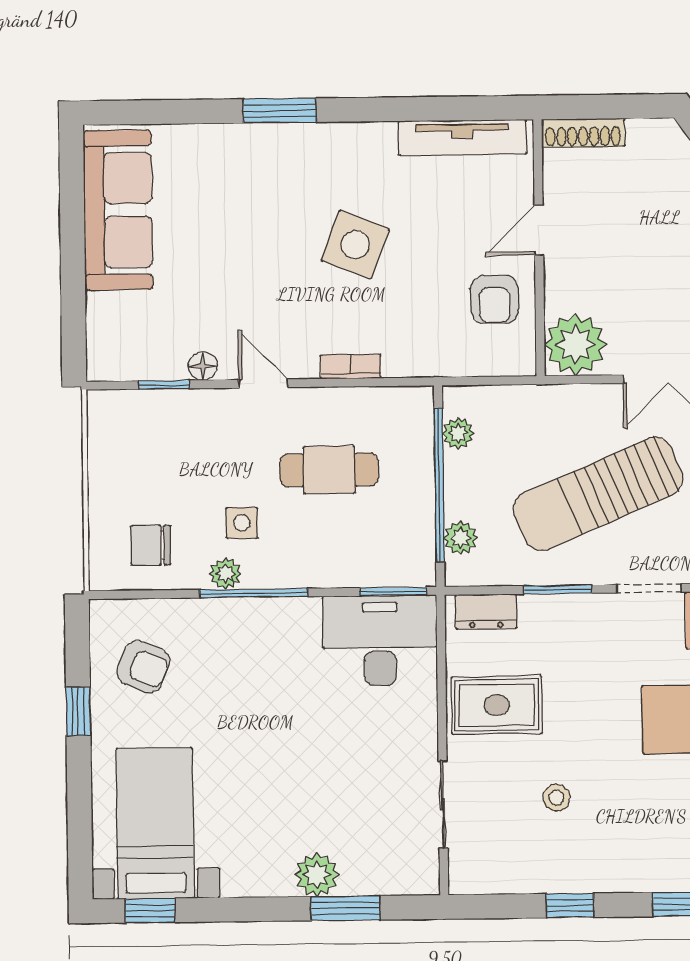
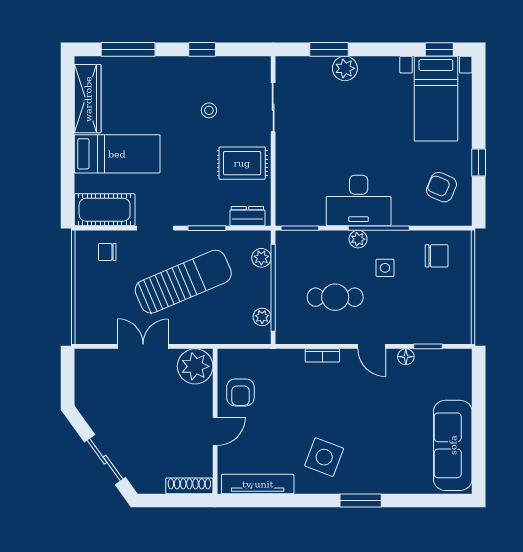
side table: (355, 245) -> (324, 457), moved
armchair: (495, 299) -> (240, 392), turned 180
plant: (225, 574) -> (358, 239), moved
desk: (380, 640) -> (359, 200), moved

